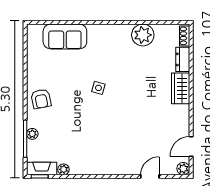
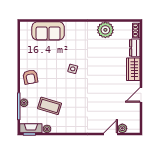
coffee table: (67, 138) -> (50, 106), added
door: (191, 146) -> (141, 95), moved
plant: (183, 169) -> (122, 128), moved

